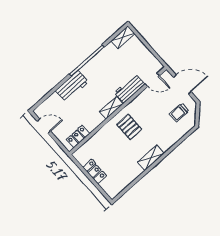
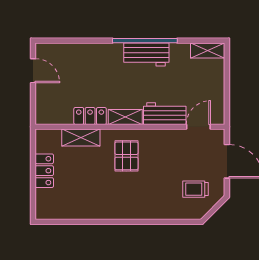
door: (152, 80) -> (198, 127), swing flipped
workbench: (72, 86) -> (146, 54), moved
locker: (78, 137) -> (90, 116), moved
shelving: (151, 158) -> (81, 137), moved

